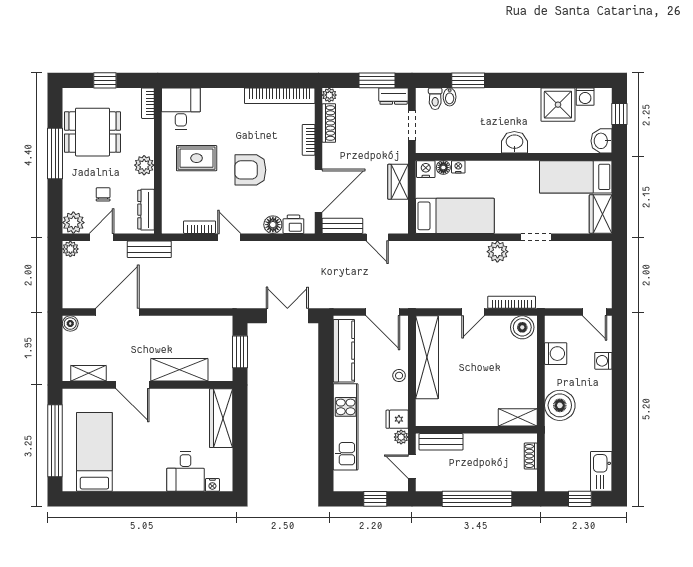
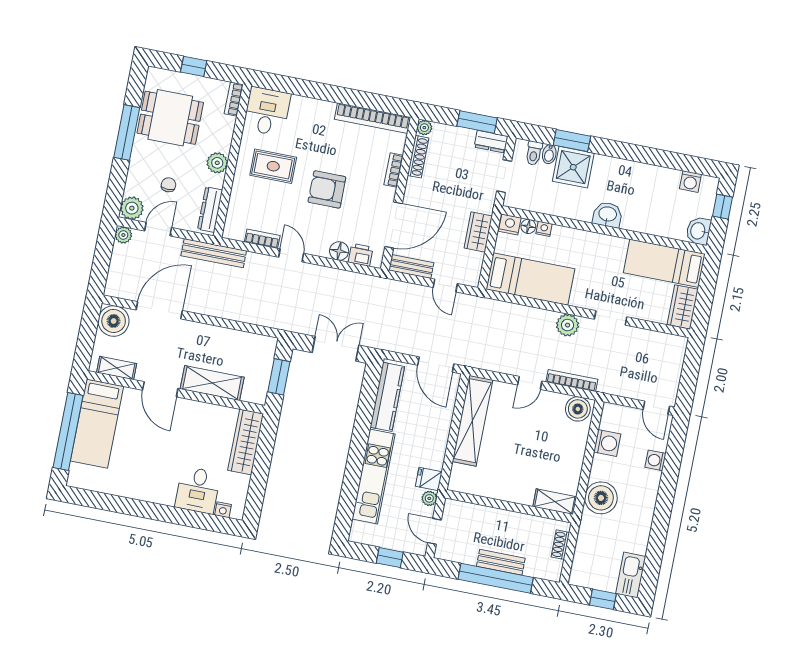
shower: (558, 105) -> (573, 167), moved
bench: (149, 249) -> (214, 253), width x1.36
boiler: (70, 324) -> (114, 321), width x1.86, depth x1.86
stool: (399, 376) -> (440, 434), removed
bench: (441, 442) -> (501, 562), moved
bed: (94, 452) -> (97, 424), moved, turned 180

